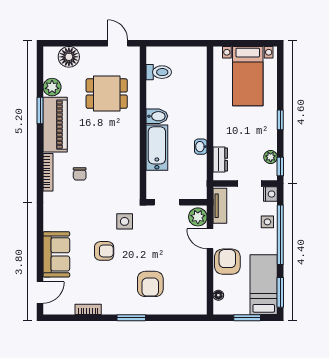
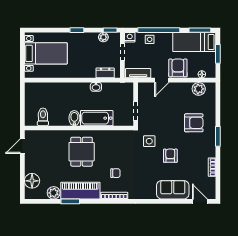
dining table: (107, 94) -> (82, 152), moved
plant: (198, 217) -> (199, 89), moved
armchair: (227, 262) -> (178, 68), turned 90

